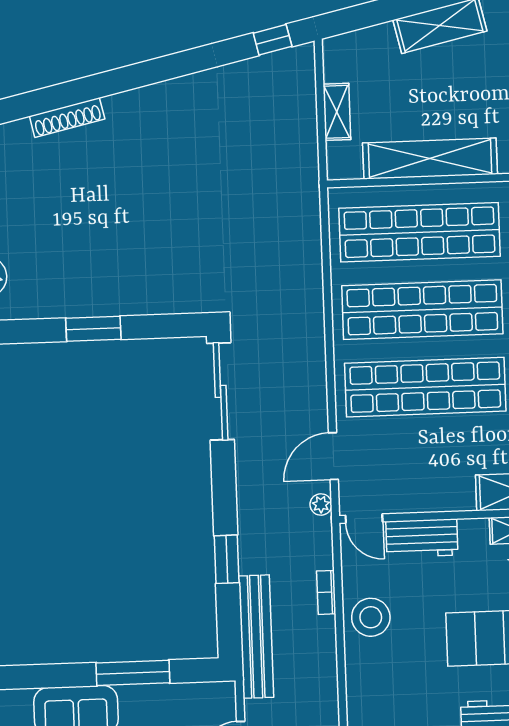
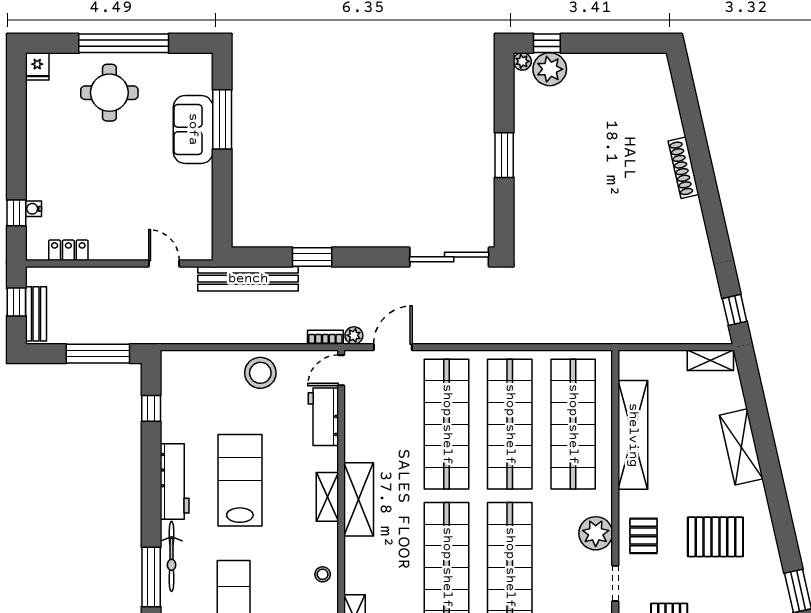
shelving: (337, 112) -> (710, 360), moved
shoe rack: (67, 117) -> (684, 168), moved
door: (333, 456) -> (393, 347), hinge flipped
bookcase: (326, 592) -> (325, 337), moved
window: (133, 673) -> (222, 119), moved

